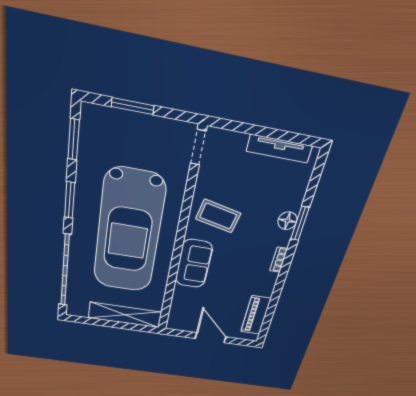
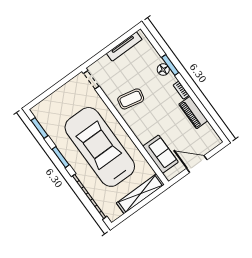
window: (133, 106) -> (50, 91), removed
car: (129, 233) -> (100, 147), turned 180
sofa: (194, 264) -> (160, 154), moved
piano: (256, 315) -> (193, 113), moved

